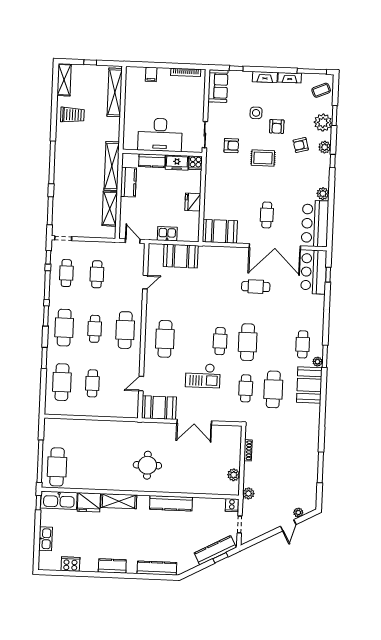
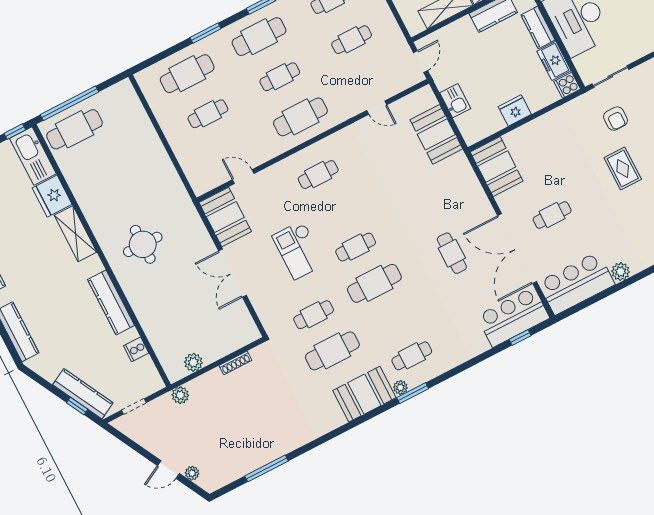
cafe table: (165, 339) -> (318, 175), width x0.73, depth x0.74
cooker: (232, 505) -> (136, 349), moved

